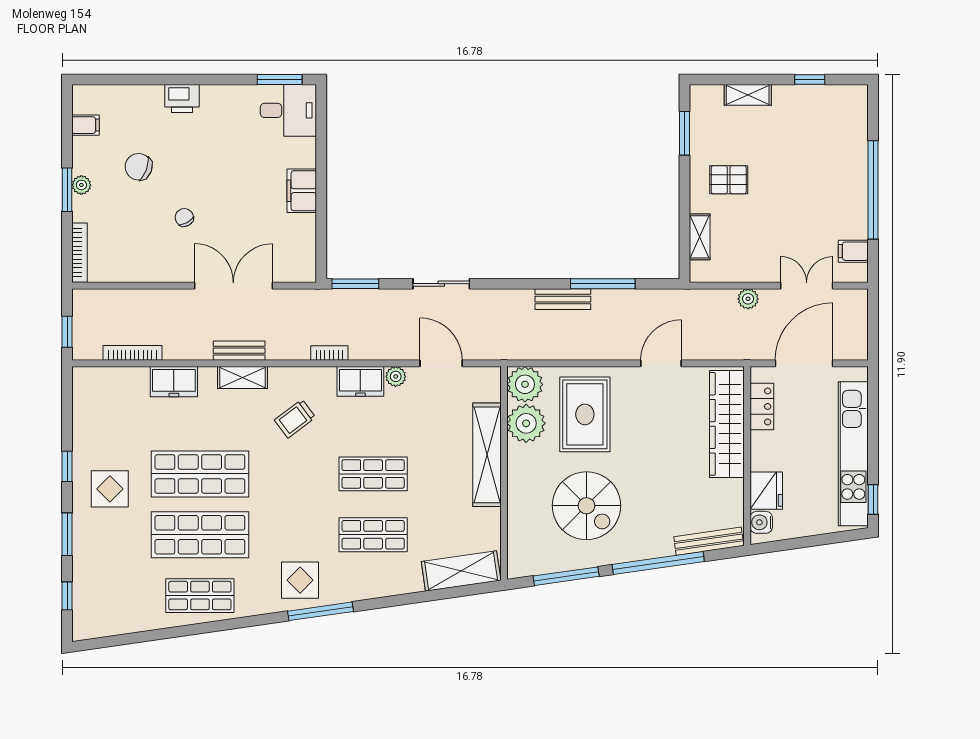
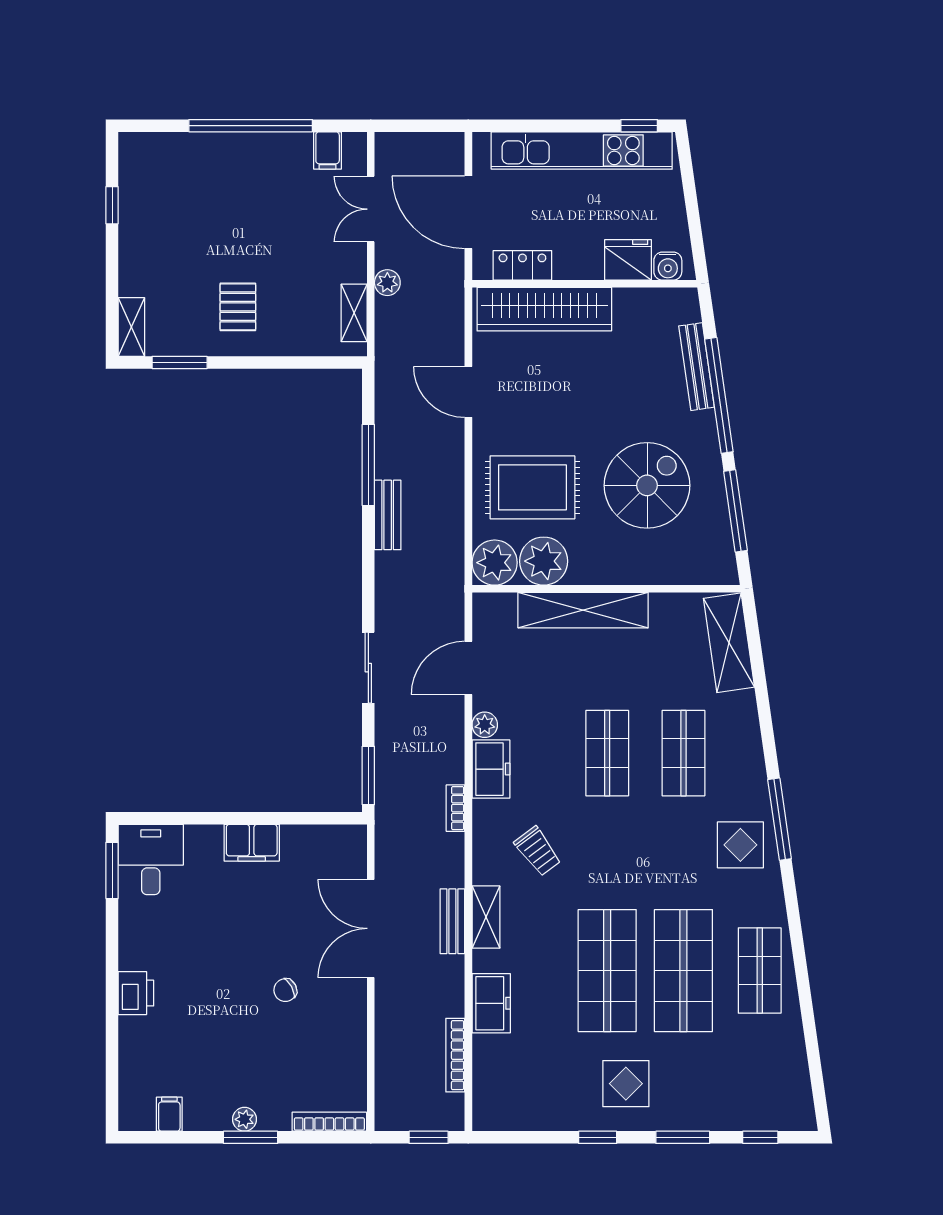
shelving: (748, 95) -> (131, 327), moved
chair: (139, 167) -> (222, 1048), removed
shelving: (700, 237) -> (354, 313), moved, turned 90
bench: (709, 541) -> (697, 367), moved

